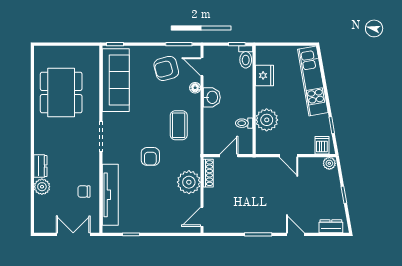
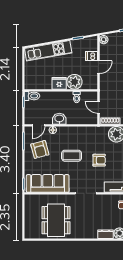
fridge: (264, 75) -> (59, 83), moved
dining table: (61, 93) -> (56, 220), turned 90
coffee table: (179, 125) -> (72, 156), moved
dishwasher: (322, 145) -> (92, 56), moved

